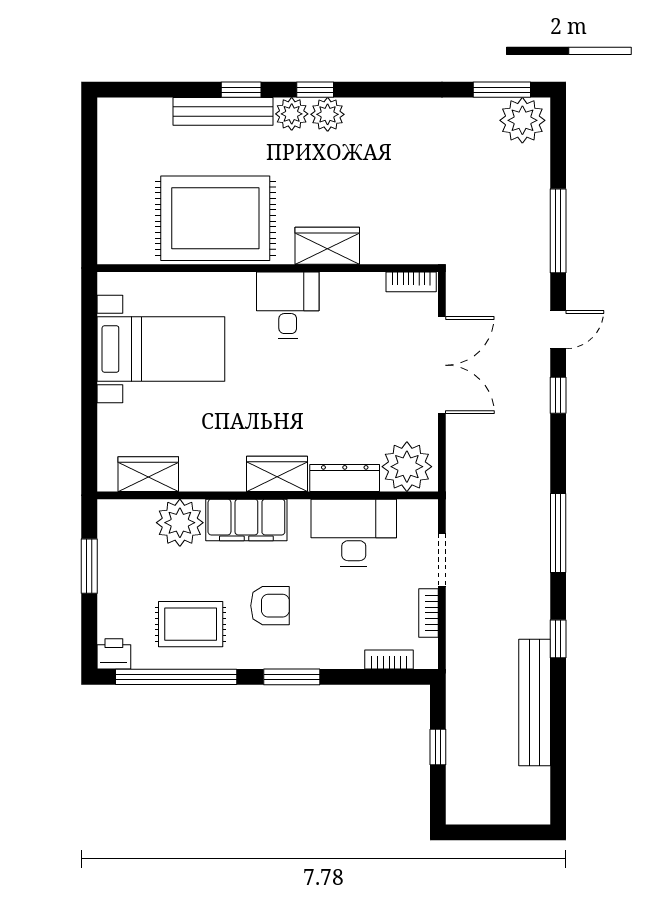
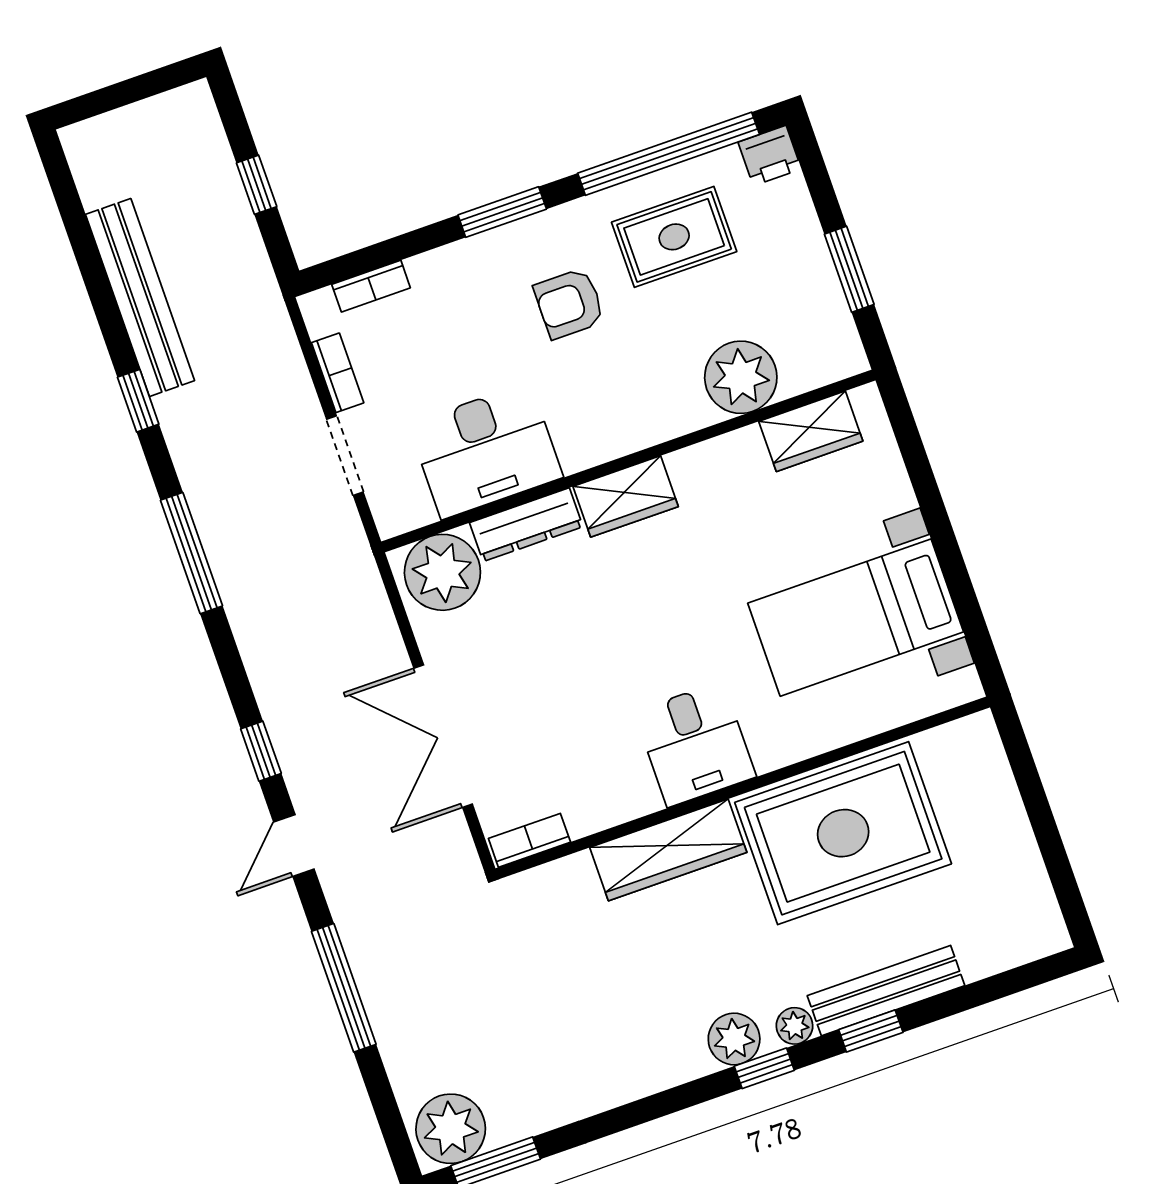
plant: (292, 114) -> (795, 1026), width x0.73, depth x0.73
wardrobe: (327, 246) -> (668, 850), width x1.50
filing cabinet: (246, 520) -> (646, 415), removed

